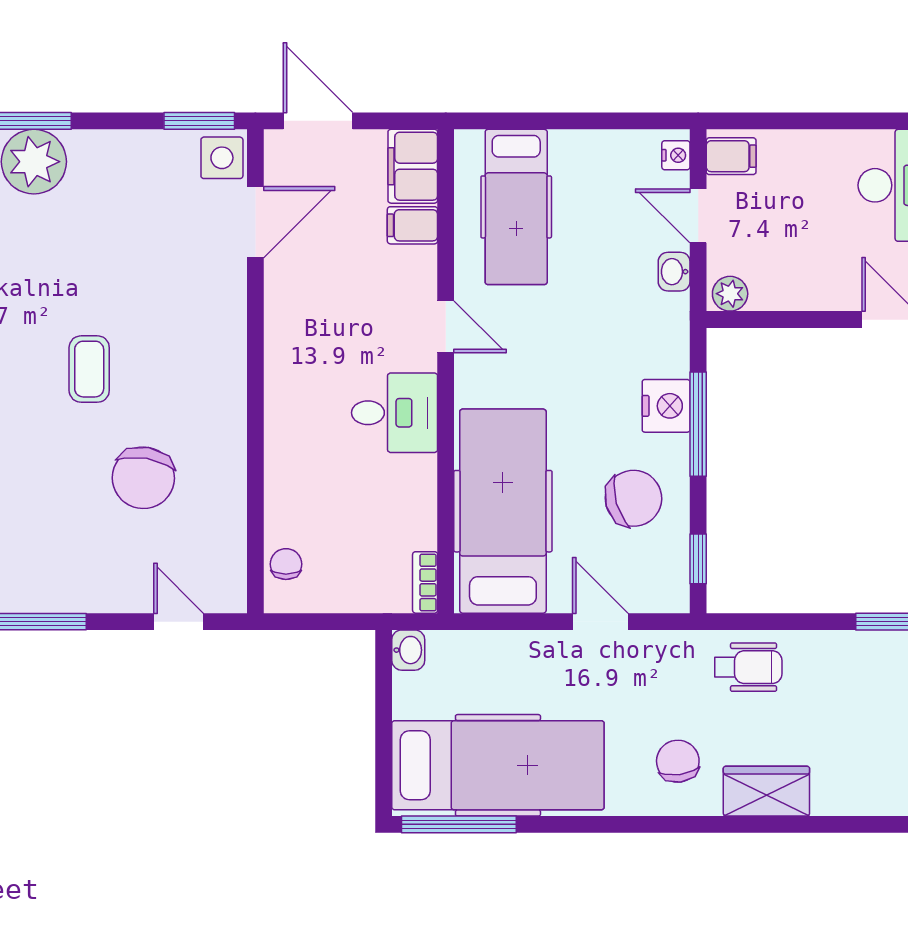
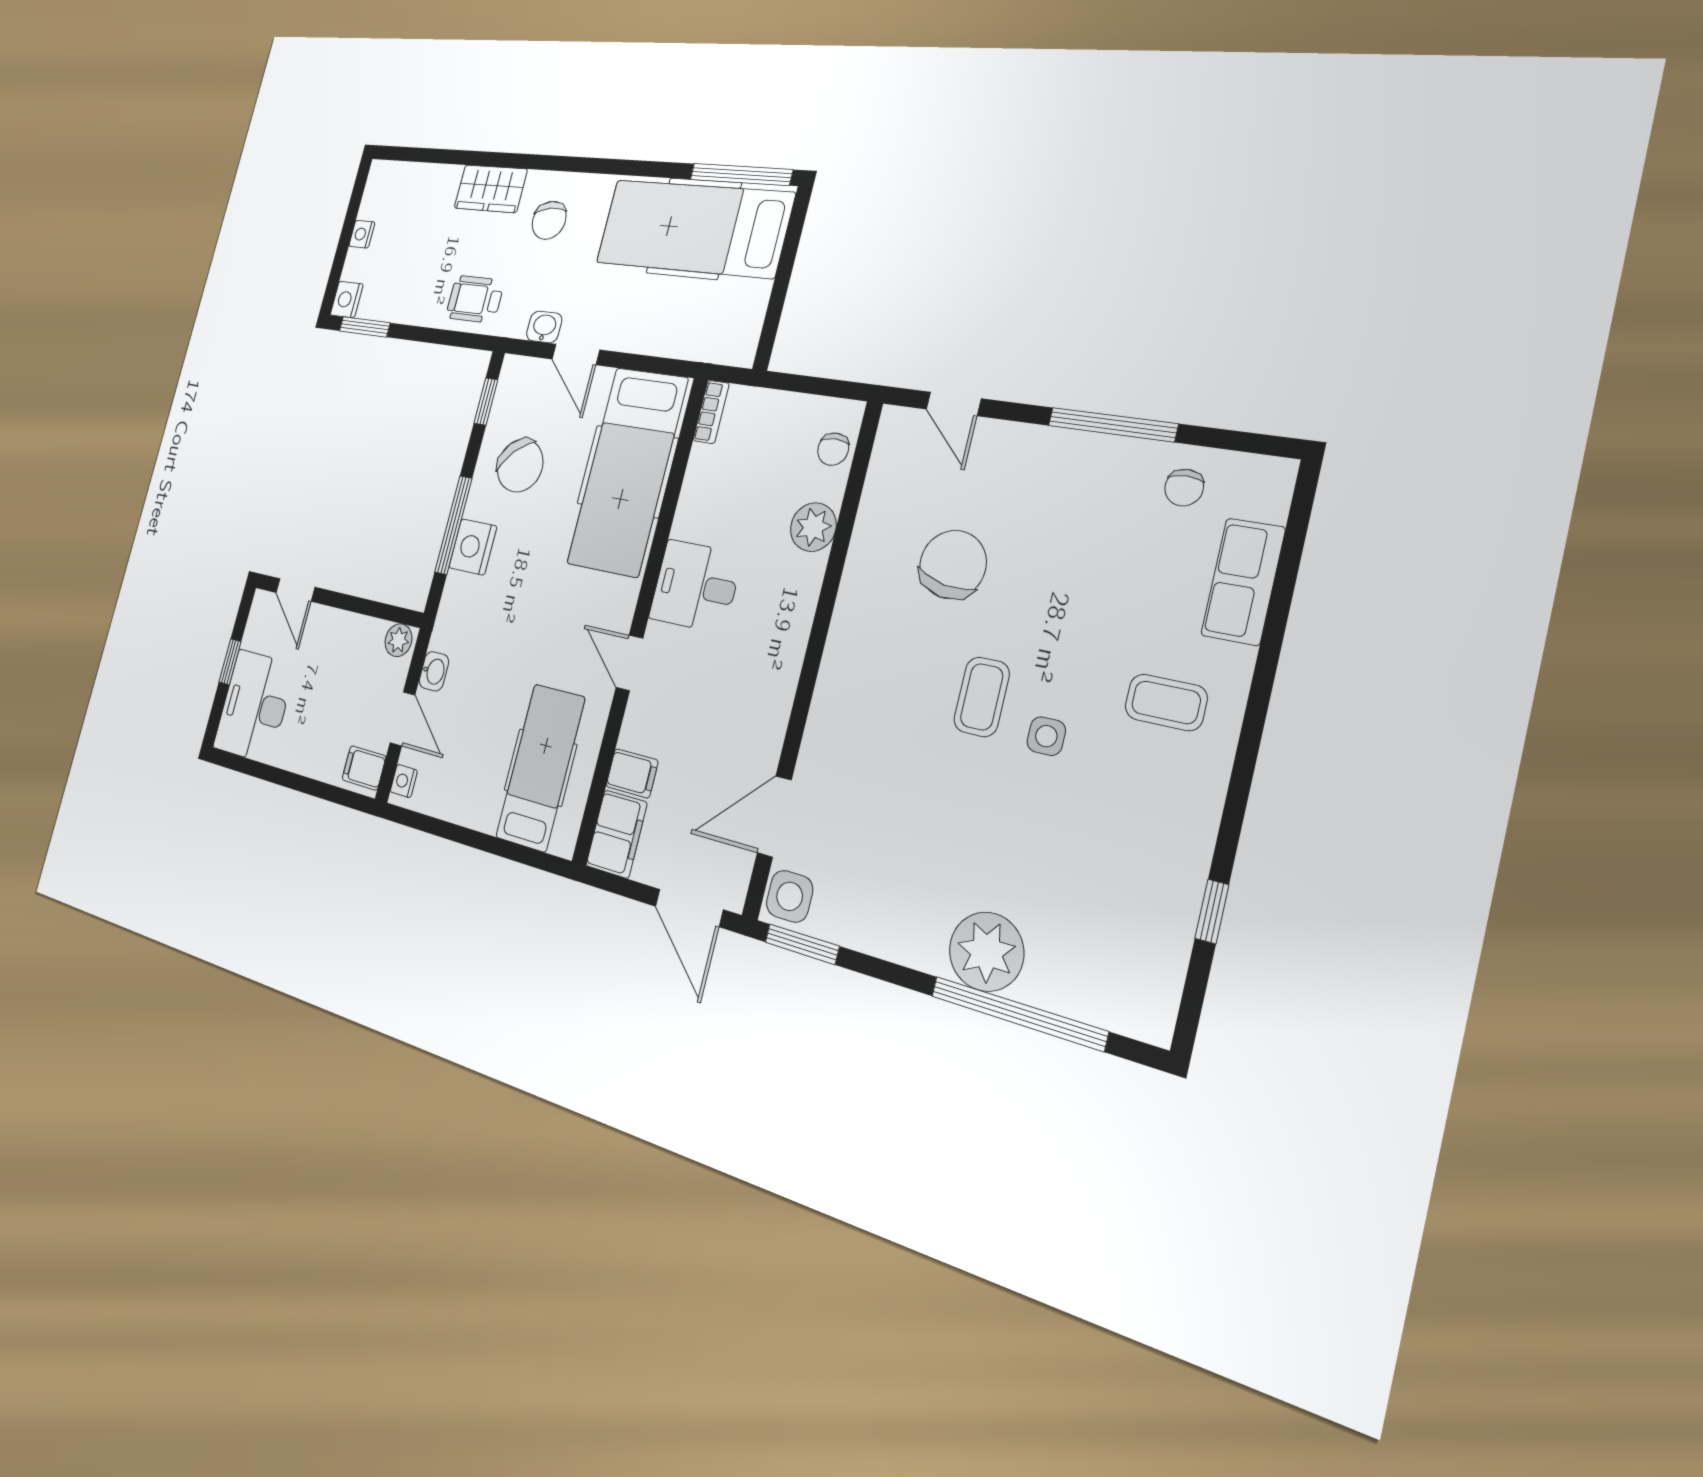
side table: (25, 349) -> (1046, 736), added
plant: (287, 489) -> (813, 527), added
chair: (633, 498) -> (520, 465), turned -117
washbasin: (408, 650) -> (544, 327), moved, turned 90

